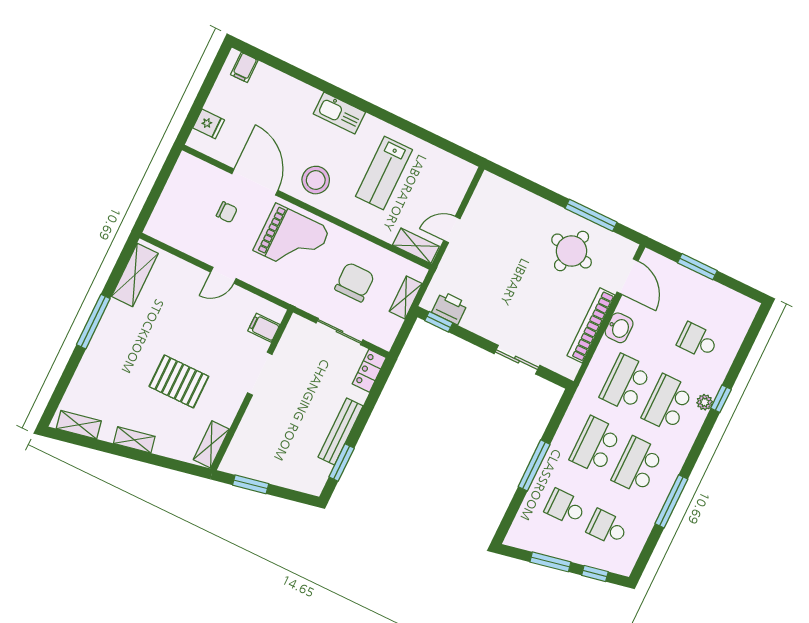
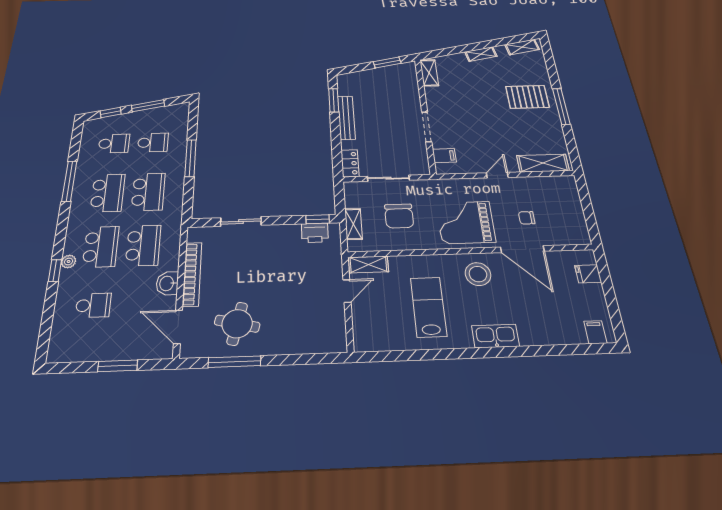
shelving: (135, 275) -> (543, 163), moved, turned 90
pallet: (179, 381) -> (527, 97), moved

